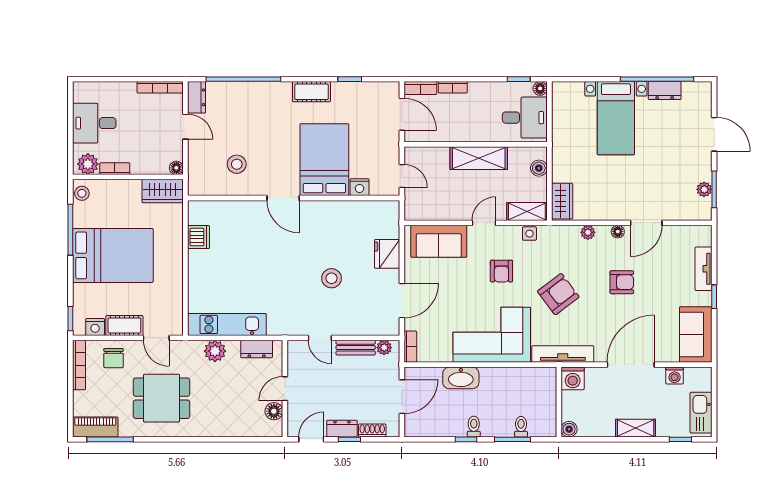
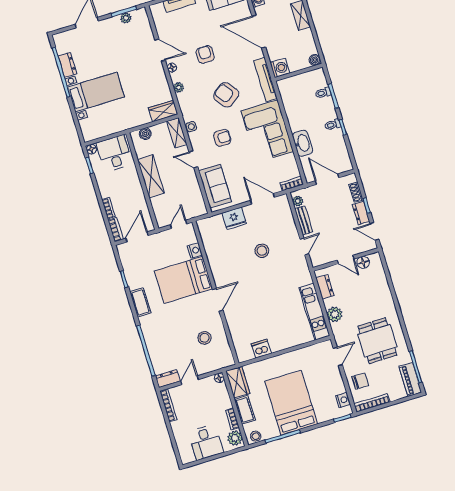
cot: (124, 325) -> (245, 410), moved

